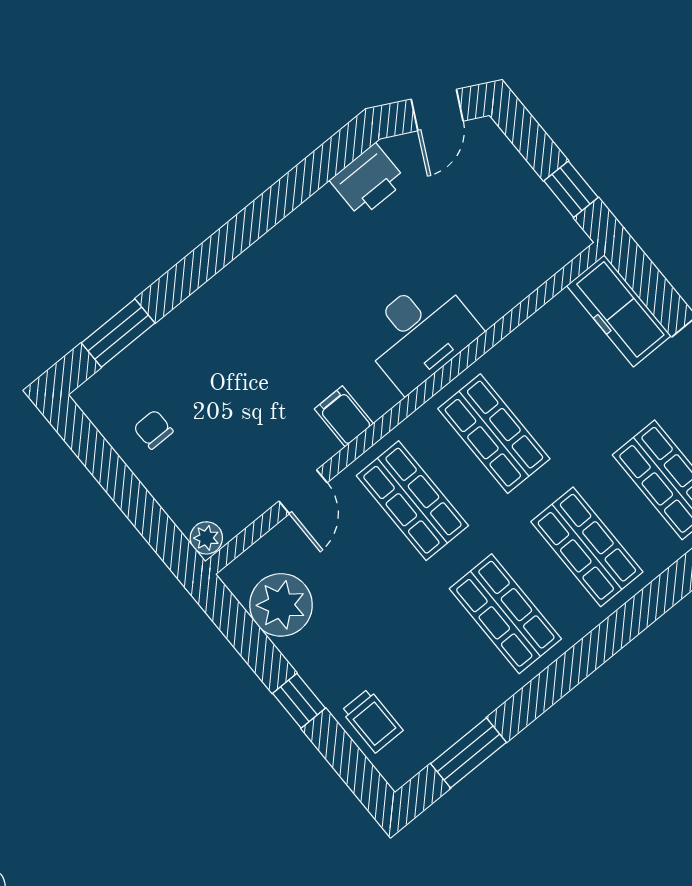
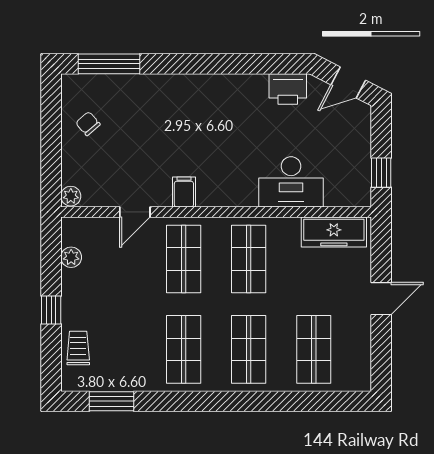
freezer: (619, 311) -> (334, 232), moved, turned -90
window: (118, 333) -> (109, 64), width x1.44
desk: (420, 333) -> (291, 182), moved
chair: (153, 429) -> (88, 124), turned -41
plant: (281, 605) -> (71, 257), width x0.53, depth x0.53
trolley: (372, 721) -> (78, 348), turned 180

